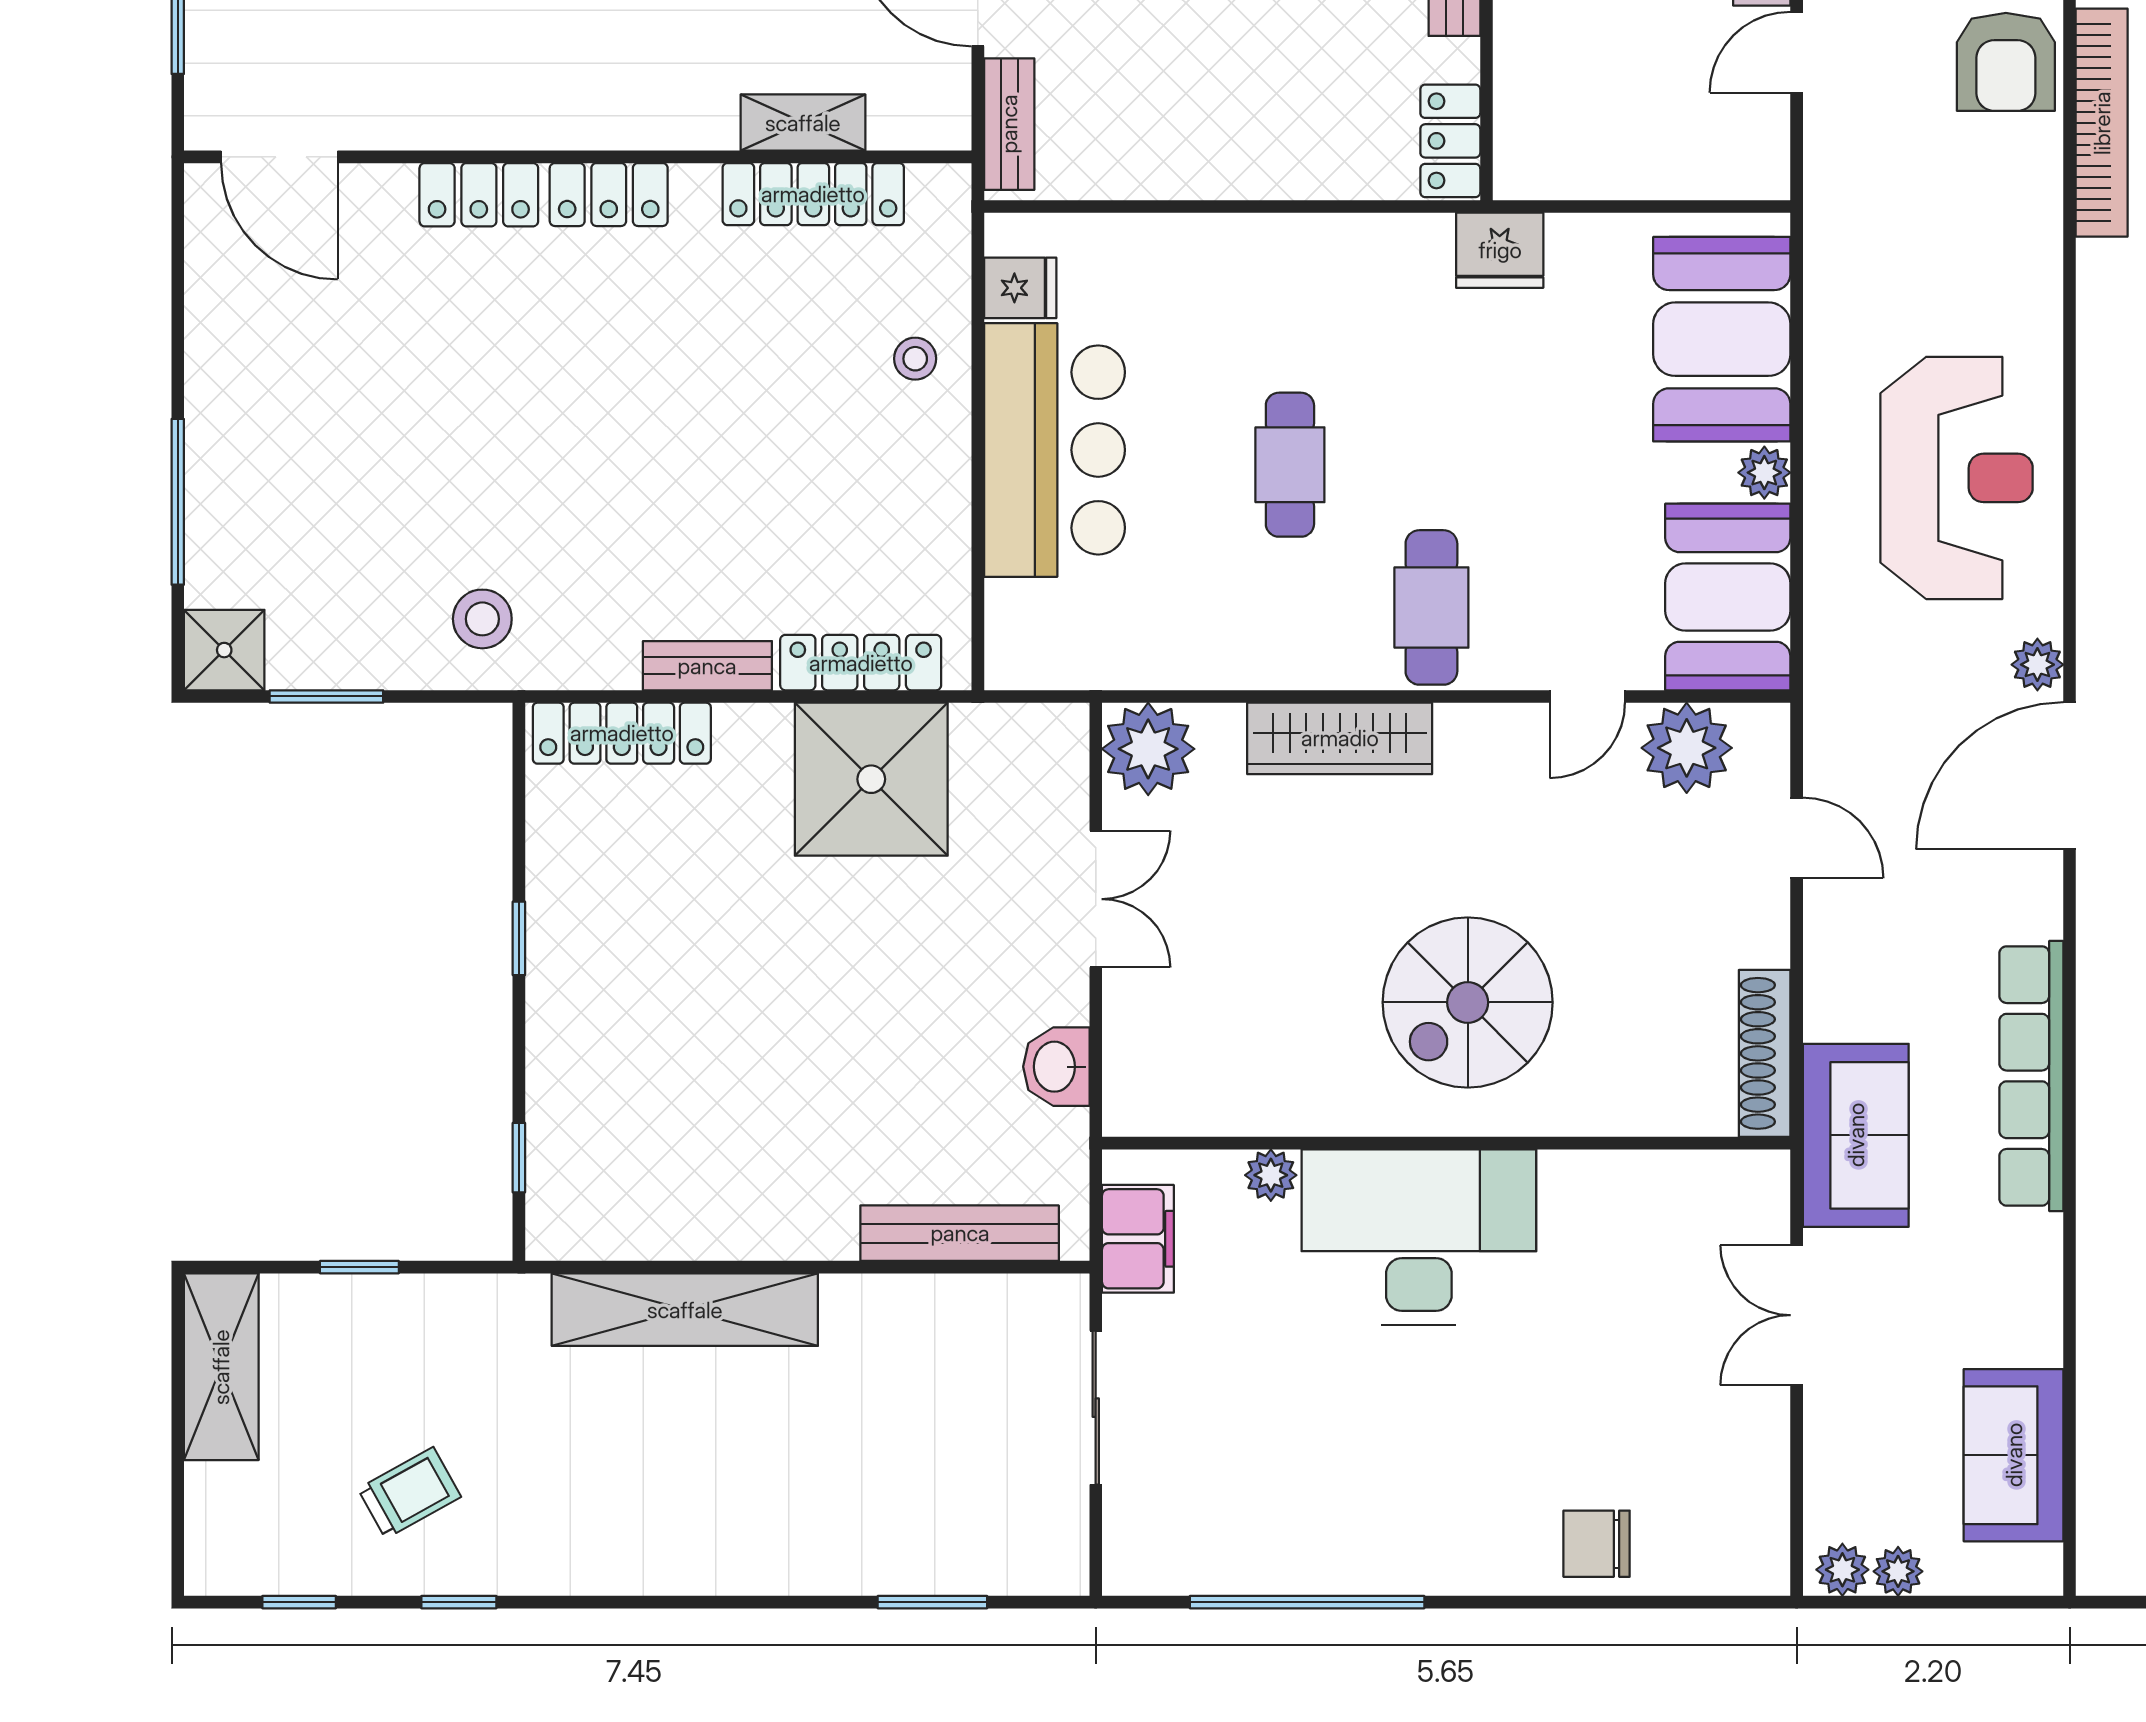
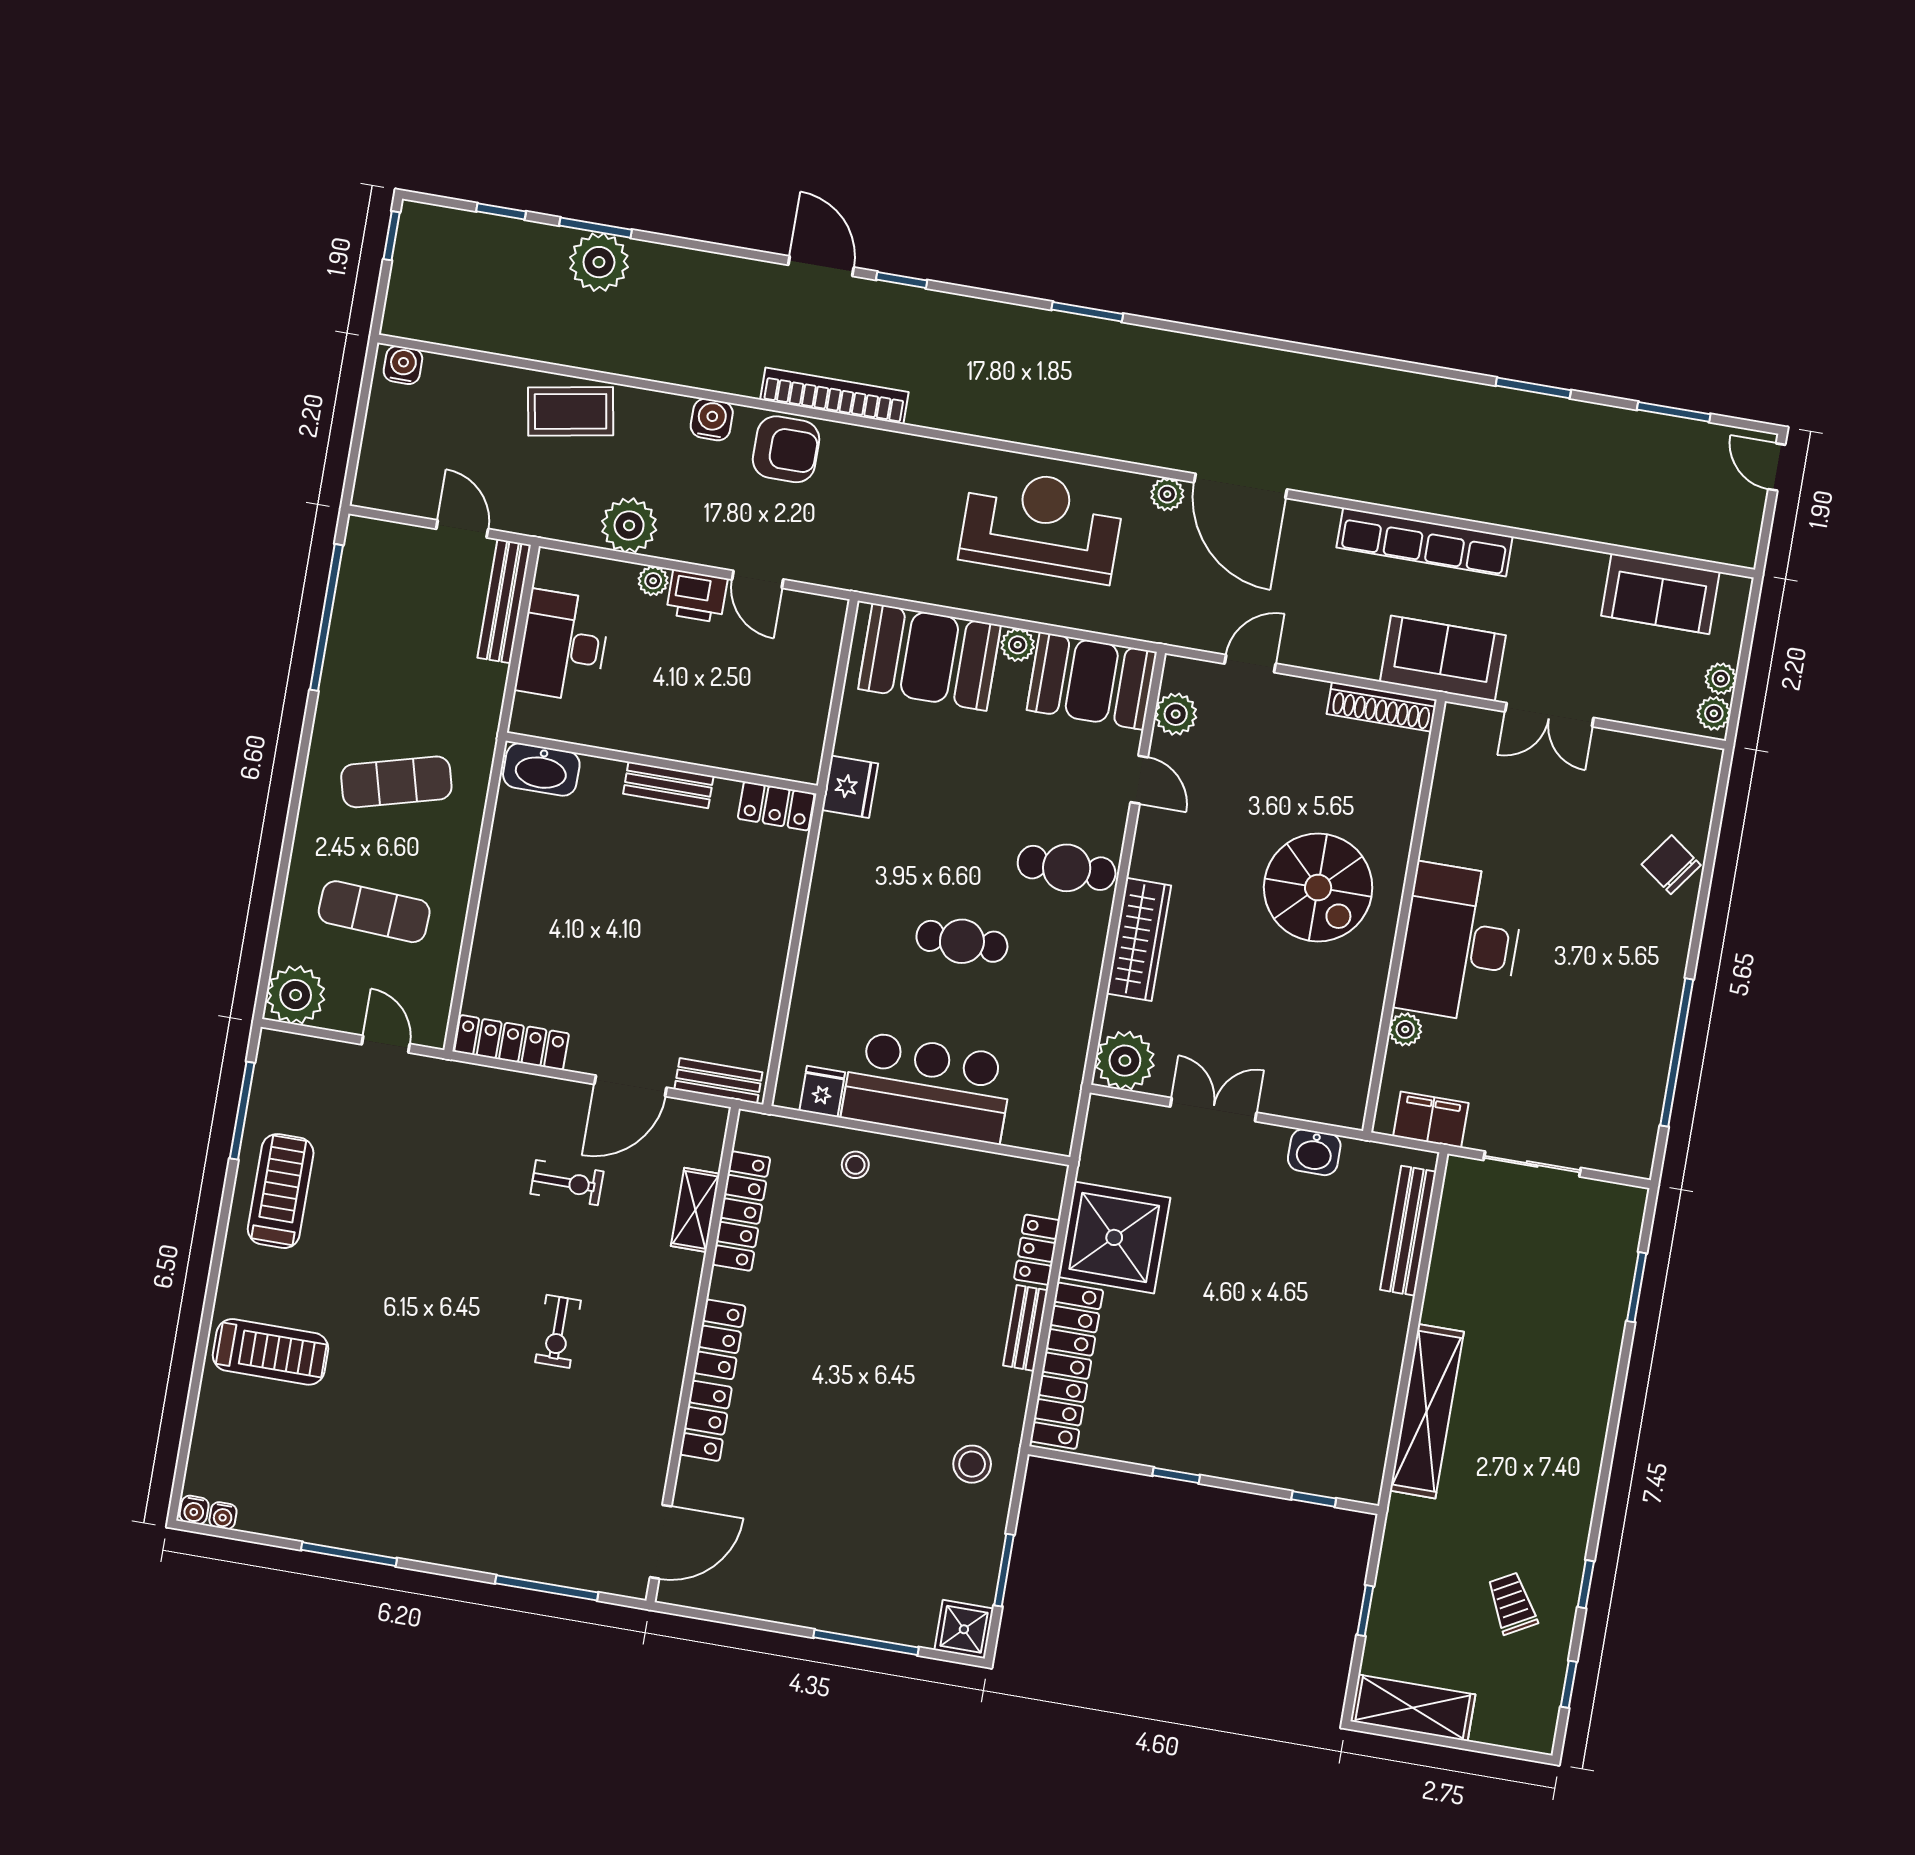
locker: (861, 663) -> (1037, 1250), width x0.66
locker: (622, 733) -> (1067, 1366), width x1.41, depth x1.21
plant: (1687, 748) -> (1176, 714), width x0.73, depth x0.73
chair: (1597, 1544) -> (1671, 865), turned 126

